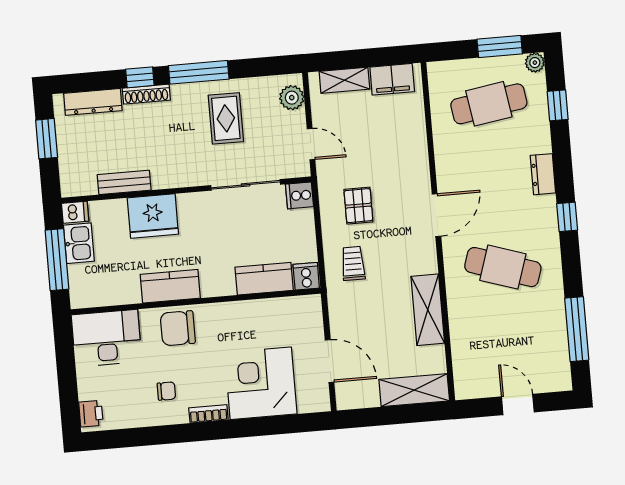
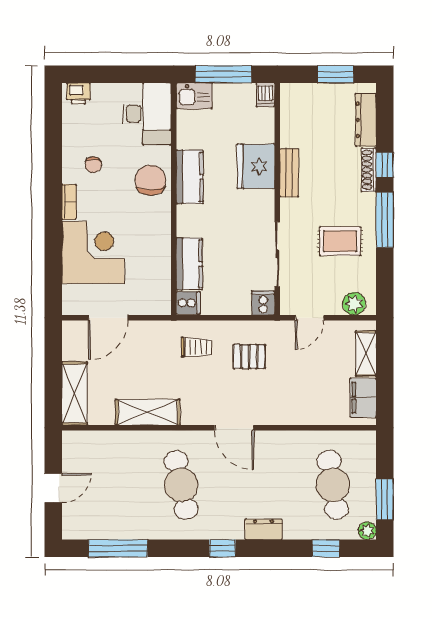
bench: (124, 182) -> (289, 173), moved
kitchen sink: (79, 243) -> (194, 96), moved
cafe table: (503, 267) -> (181, 485), turned -30

